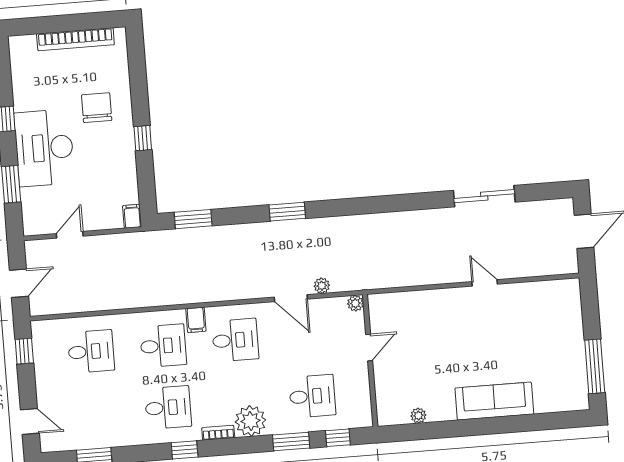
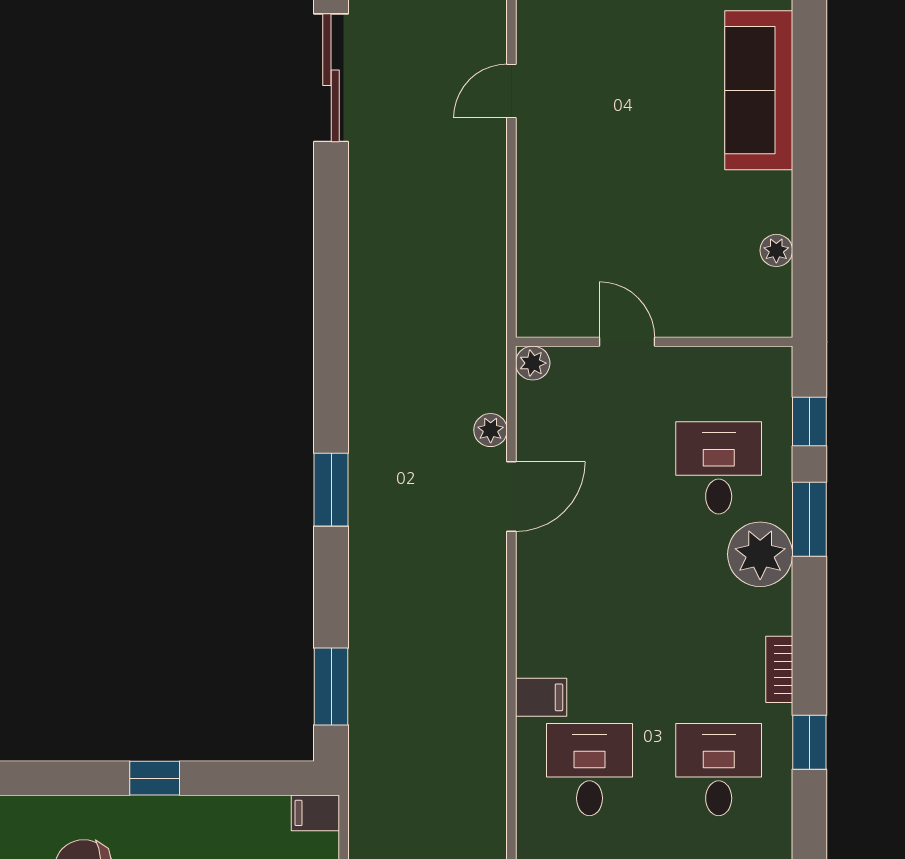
desk: (235, 340) -> (589, 619), removed
plant: (250, 421) -> (760, 554), moved

